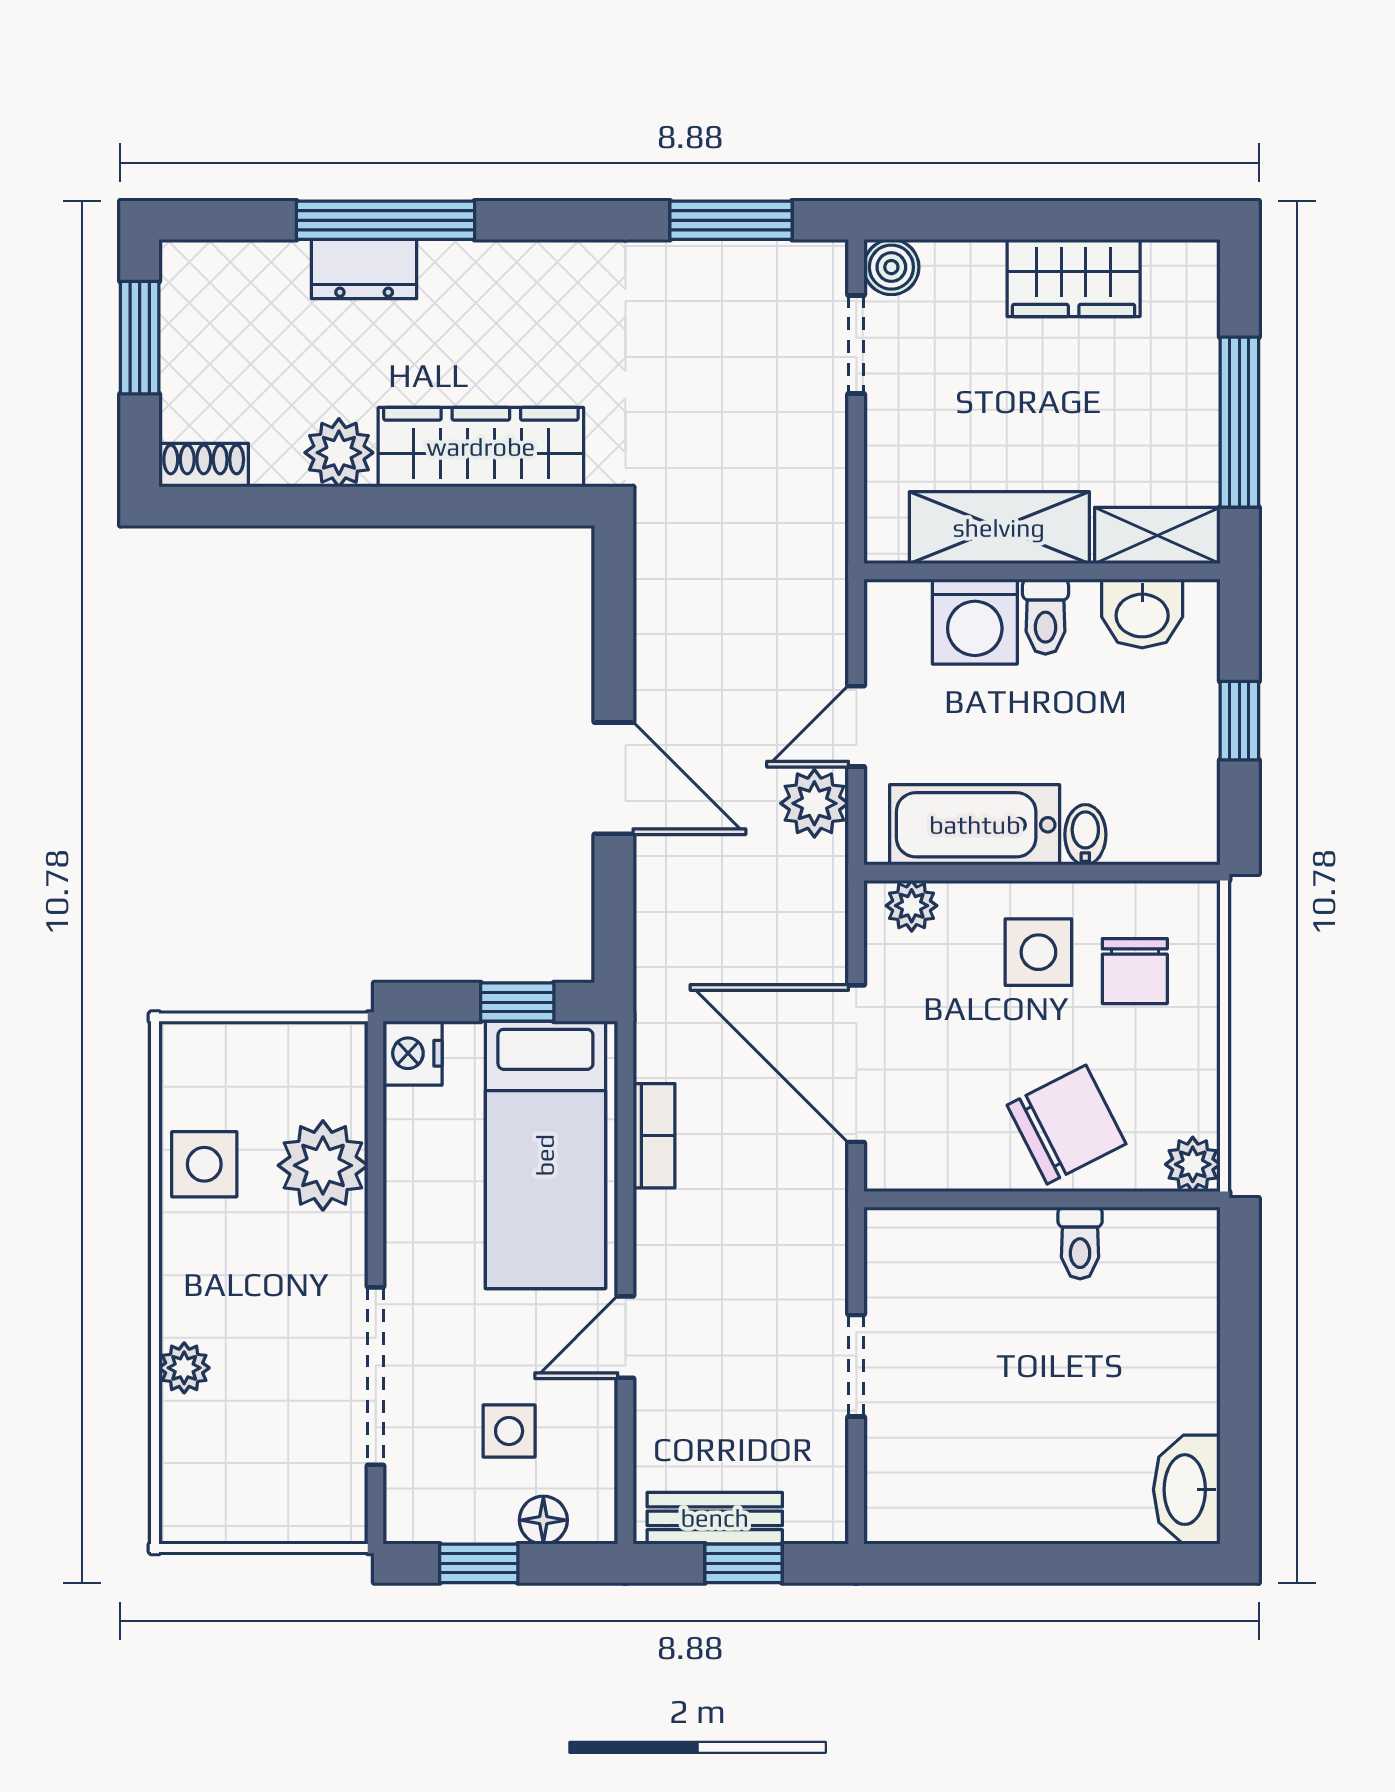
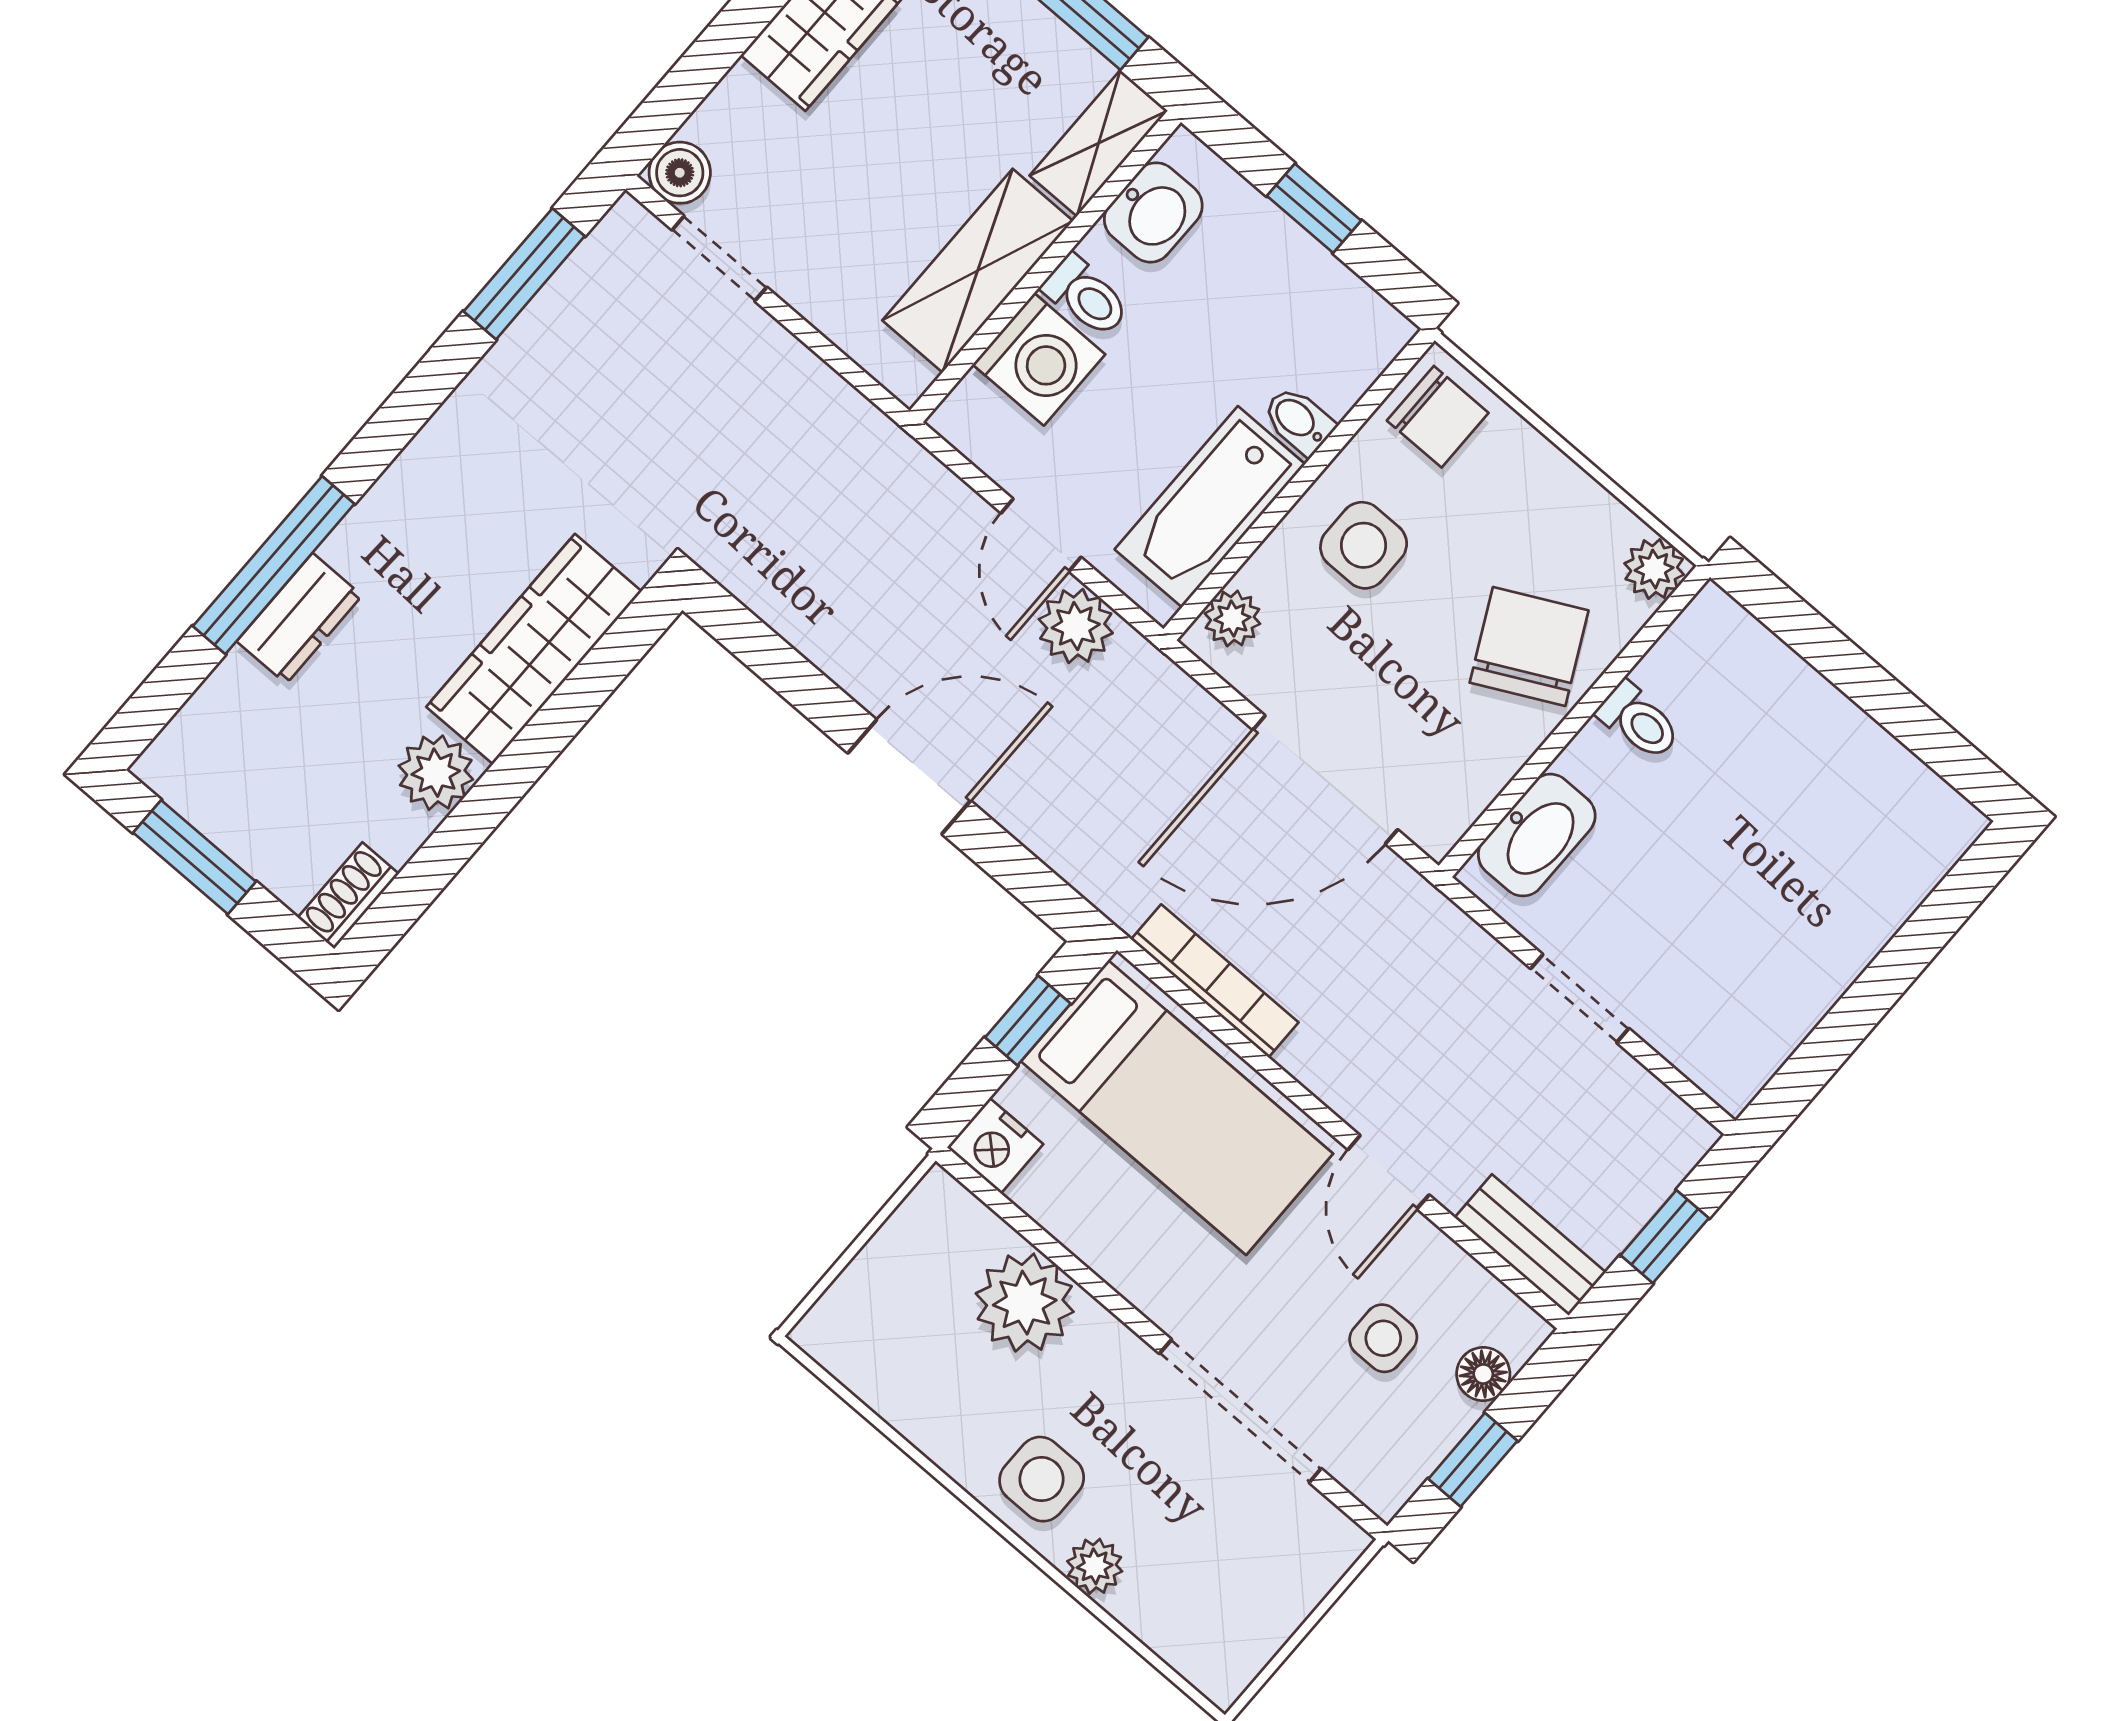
chair: (1135, 971) -> (1438, 417), moved
bookcase: (654, 1136) -> (1215, 981), width x1.56
side table: (204, 1164) -> (1042, 1479), moved
washbasin: (1187, 1490) -> (1537, 835), moved, turned -90
bench: (715, 1518) -> (1530, 1245), moved, turned 90

